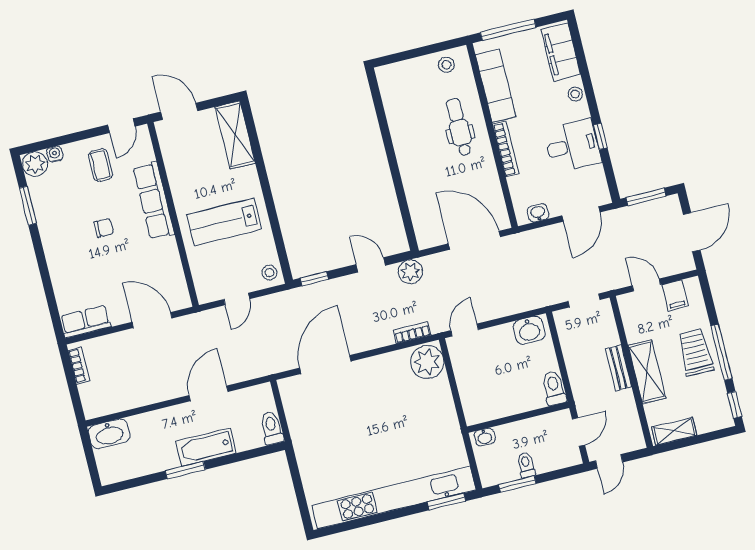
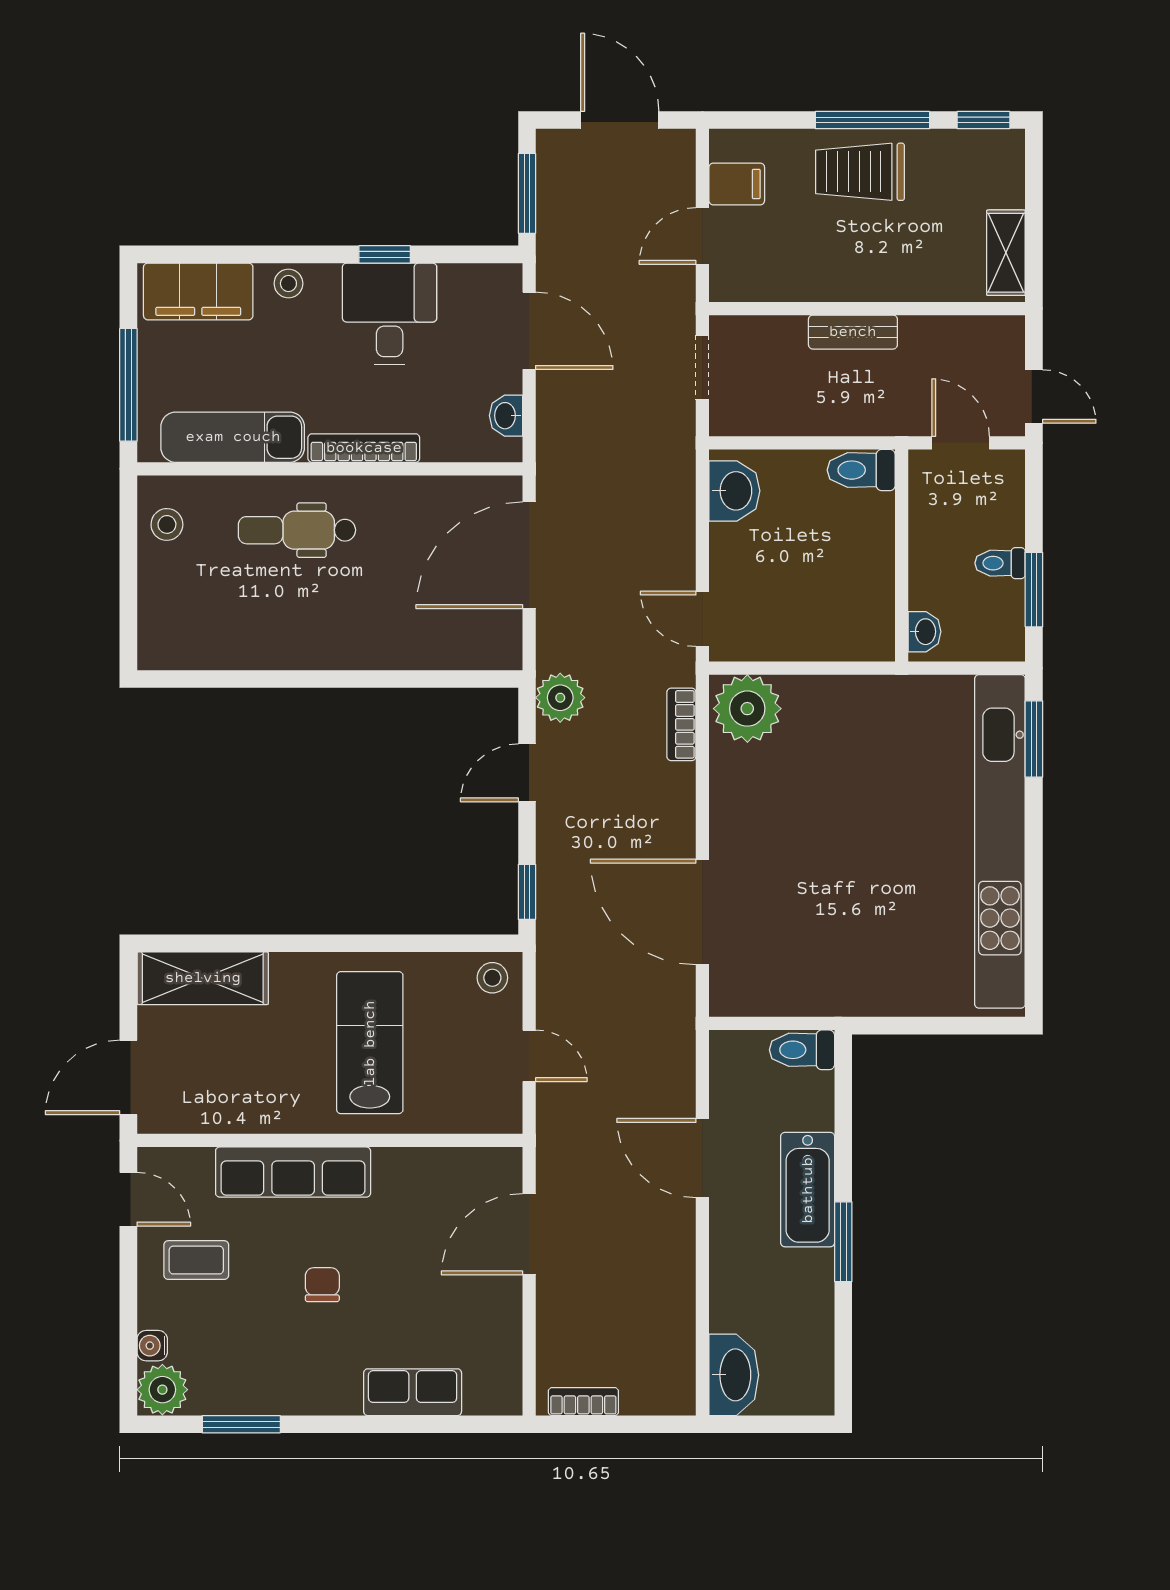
lab bench: (224, 222) -> (370, 1043), turned 180
row of seats: (86, 321) -> (413, 1392), moved, turned 90
shelving: (647, 372) -> (875, 277), removed

